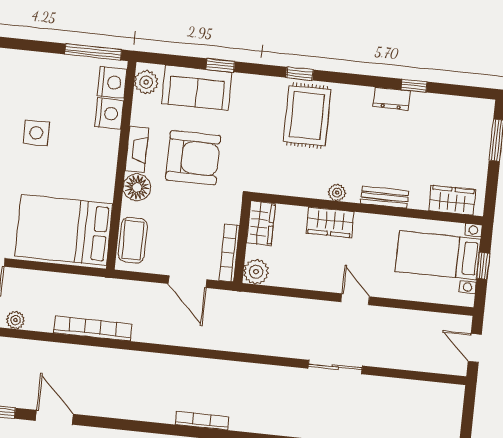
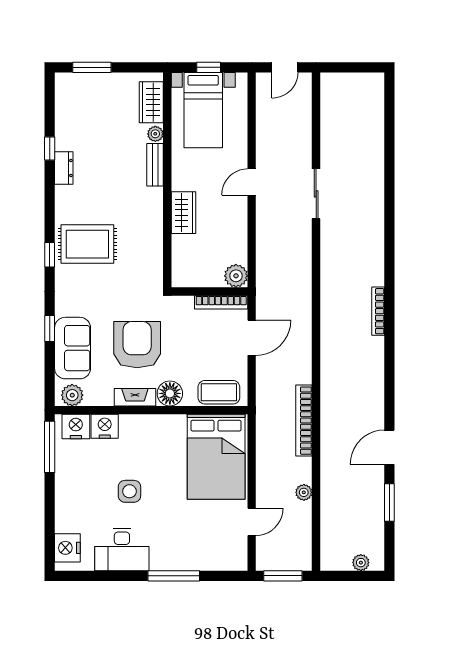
plant: (337, 193) -> (155, 134), moved
wardrobe: (261, 223) -> (191, 276), removed

